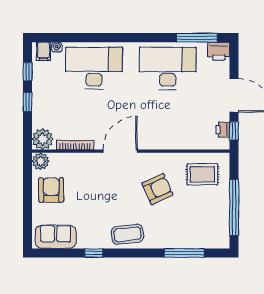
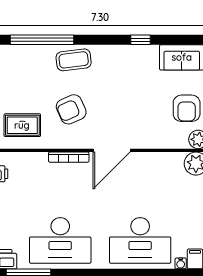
bookcase: (75, 145) -> (69, 157), moved
coffee table: (127, 234) -> (74, 60), moved
window: (184, 253) -> (42, 40), width x1.46

